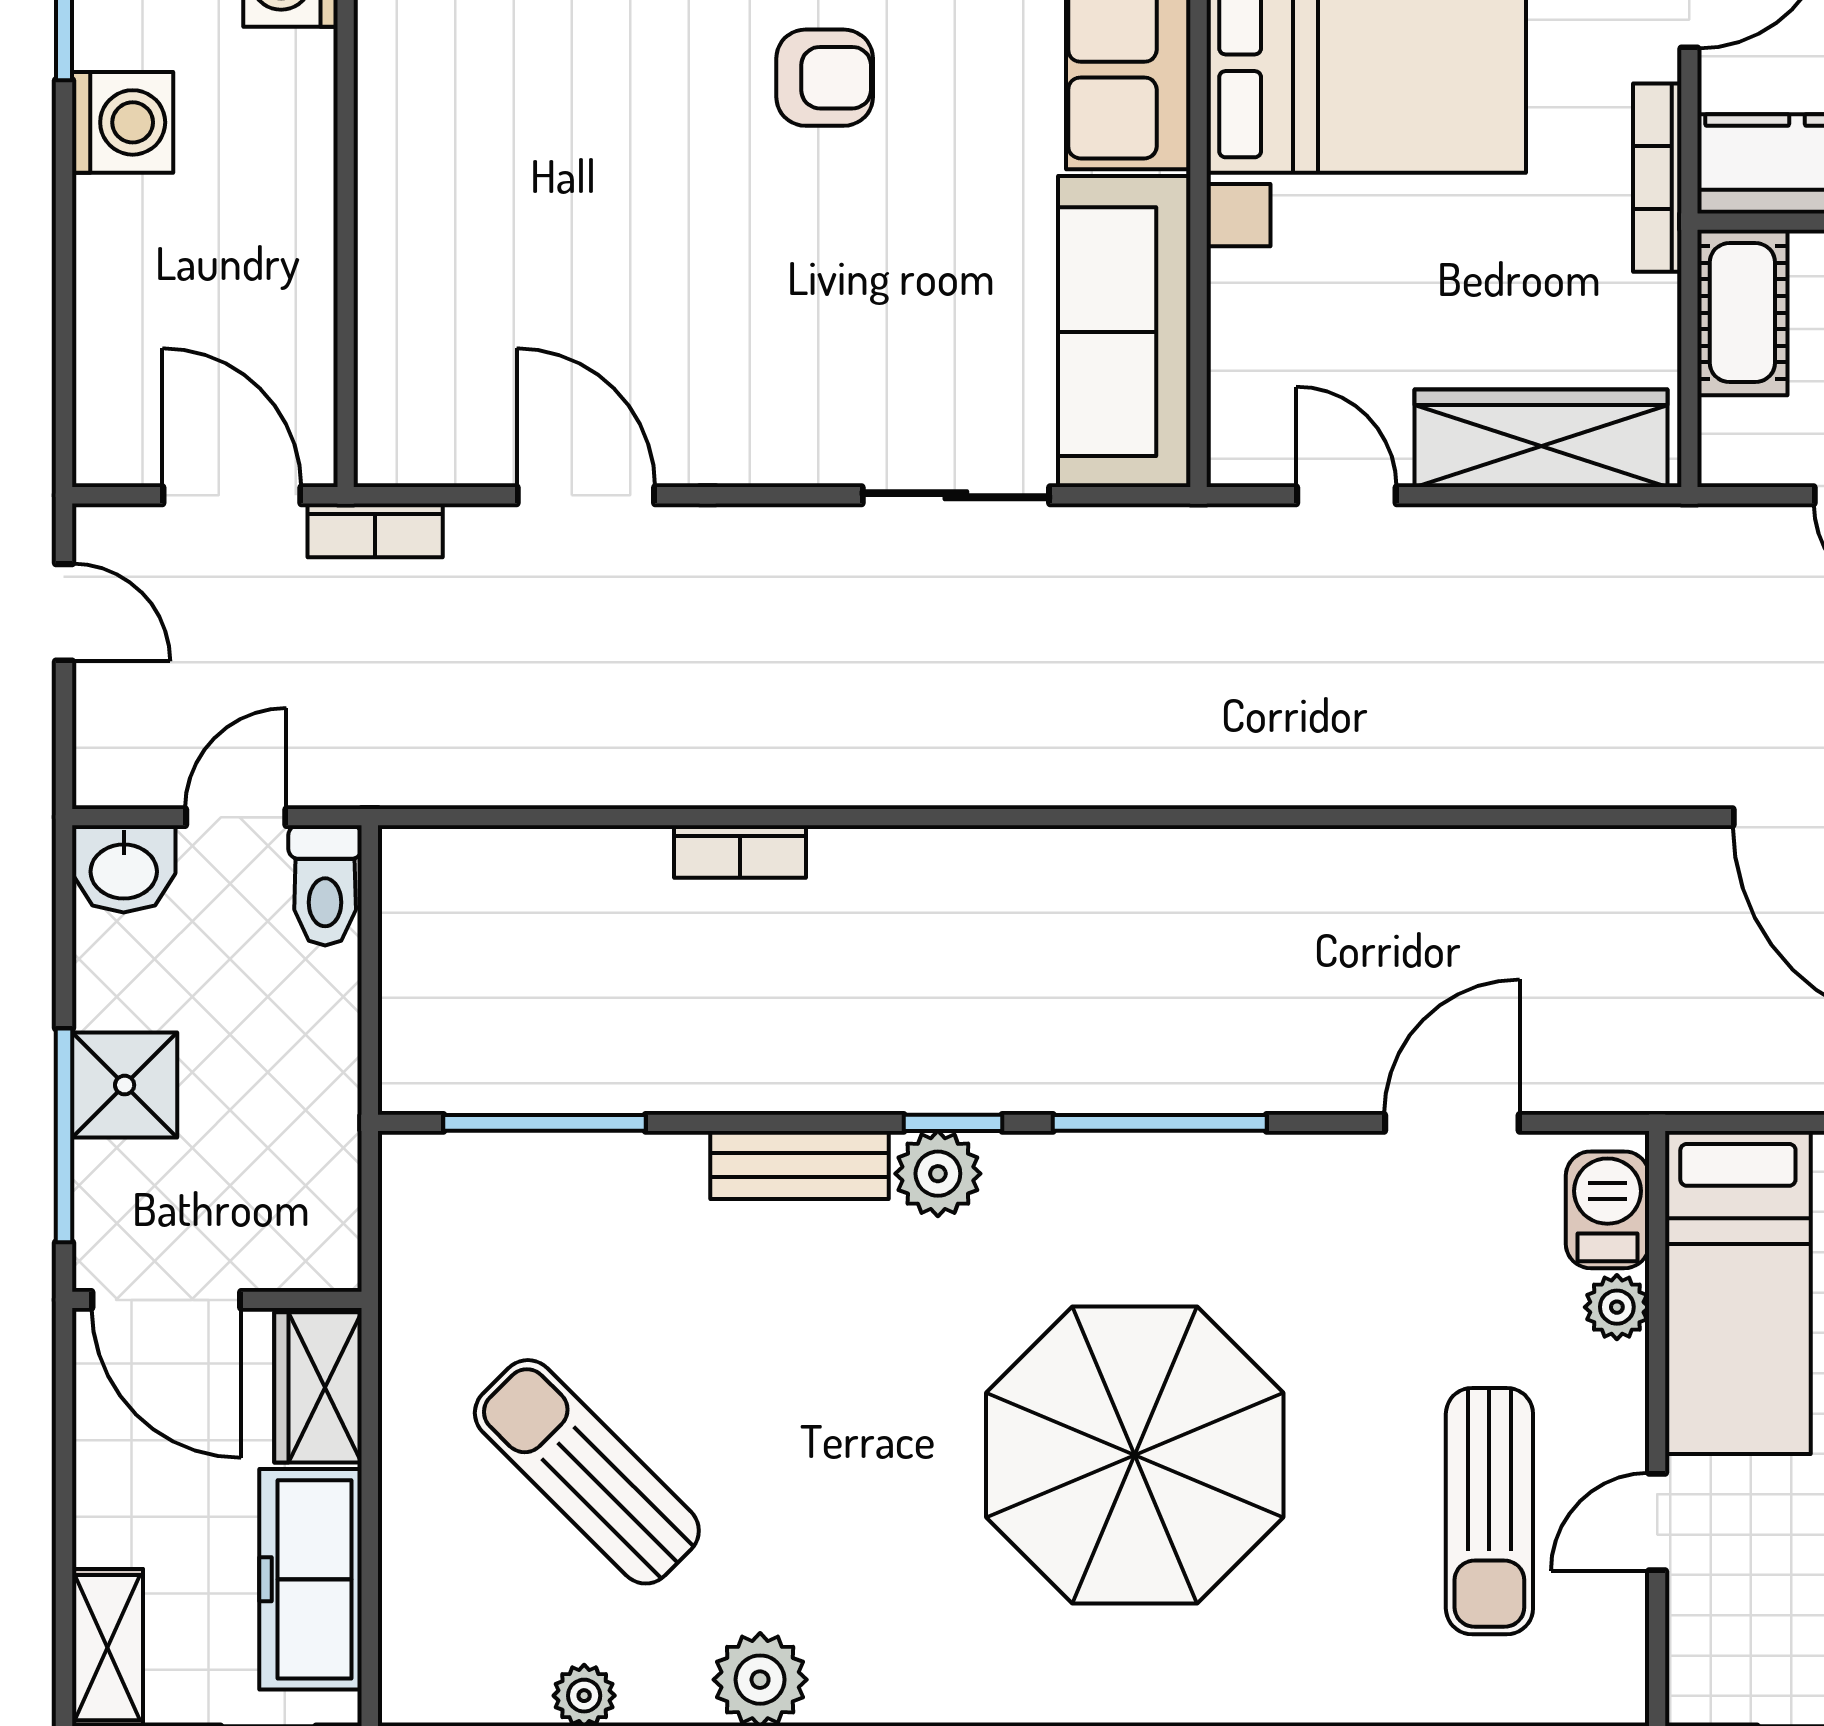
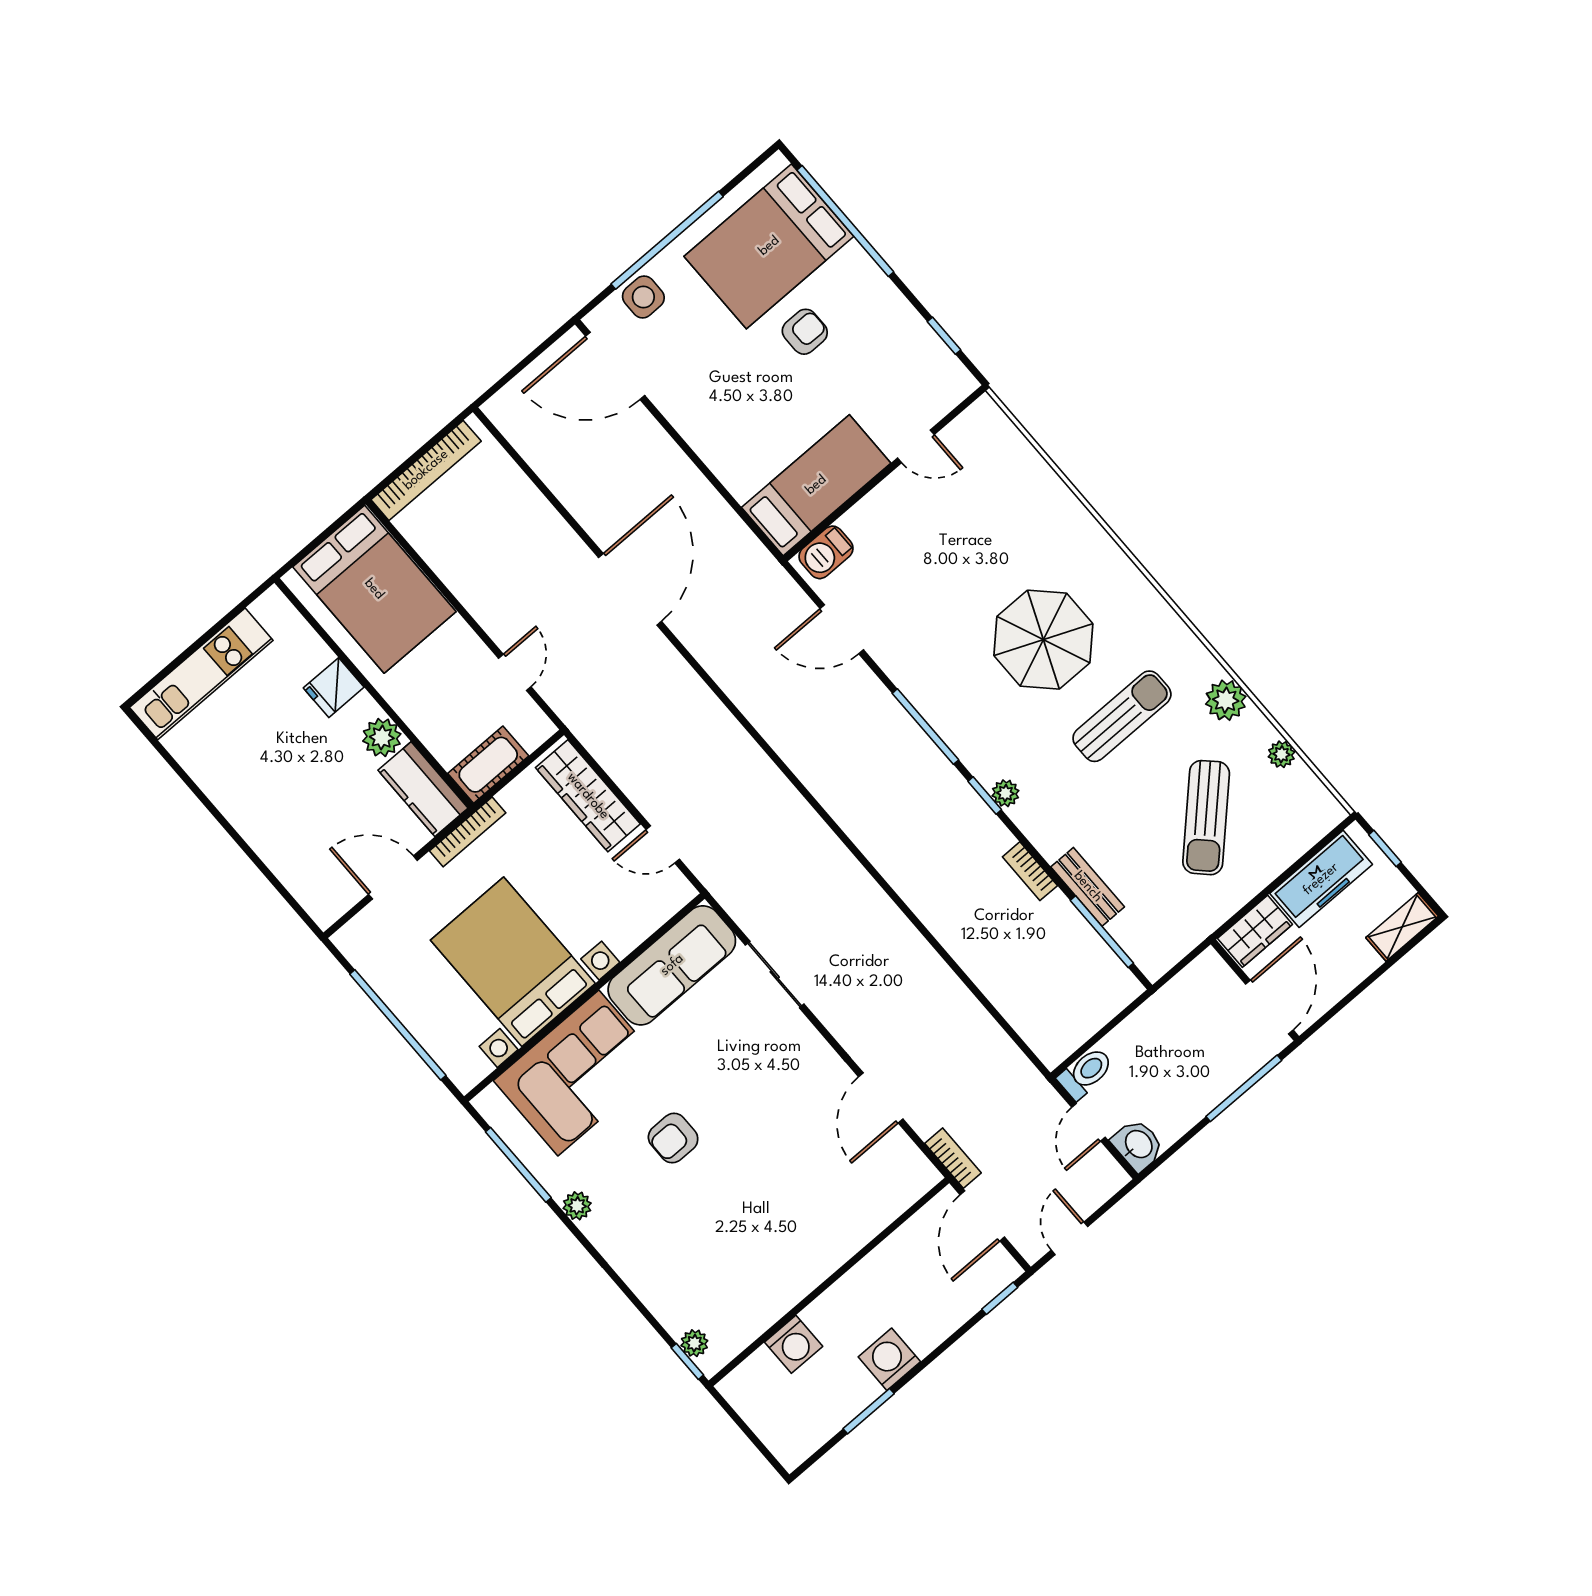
armchair: (825, 78) -> (673, 1138), turned -90
window: (64, 403) -> (1000, 1298), added
door: (1346, 495) -> (663, 844), hinge flipped
door: (236, 817) -> (1088, 1122), hinge flipped
bookcase: (740, 851) -> (1030, 871), moved, turned 180
shower: (125, 1085) -> (1210, 1083), removed
bench: (799, 1165) -> (1088, 887), moved
plant: (938, 1174) -> (1005, 793), width x0.73, depth x0.73
plant: (1617, 1307) -> (856, 521), removed
parasol: (1135, 1455) -> (1043, 640), width x0.73, depth x0.73
sun lounger: (1489, 1511) -> (1122, 716), moved

